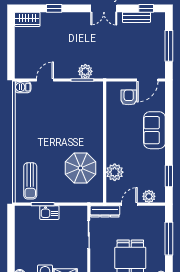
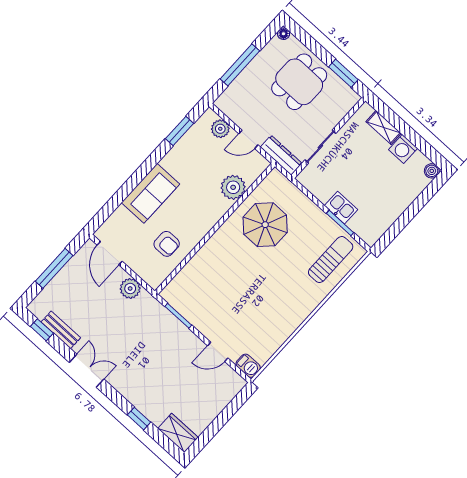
plant: (85, 71) -> (130, 288), moved
door: (147, 80) -> (110, 253), swing flipped
armchair: (129, 97) -> (167, 244), moved, turned -90

